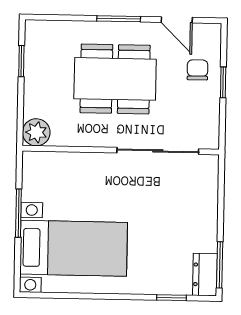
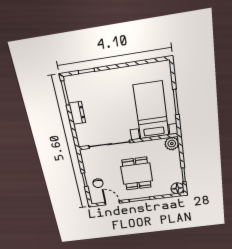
floor lamp: (37, 33) -> (177, 188), added
dining table: (115, 79) -> (137, 174), width x0.73
bed with nightstands: (74, 248) -> (151, 110), moved, turned 90
dresser: (205, 275) -> (77, 113), moved

